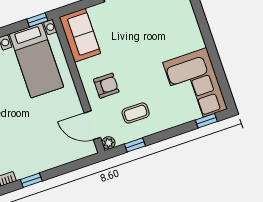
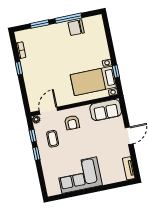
window: (37, 20) -> (116, 71), moved
corner sofa: (195, 86) -> (79, 175), moved
window: (206, 121) -> (36, 154), moved

